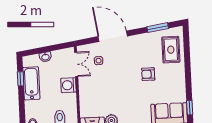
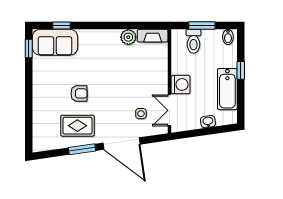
window: (158, 28) -> (82, 149), moved
rug: (171, 50) -> (77, 126), moved, turned 90
window: (21, 79) -> (241, 70), moved

